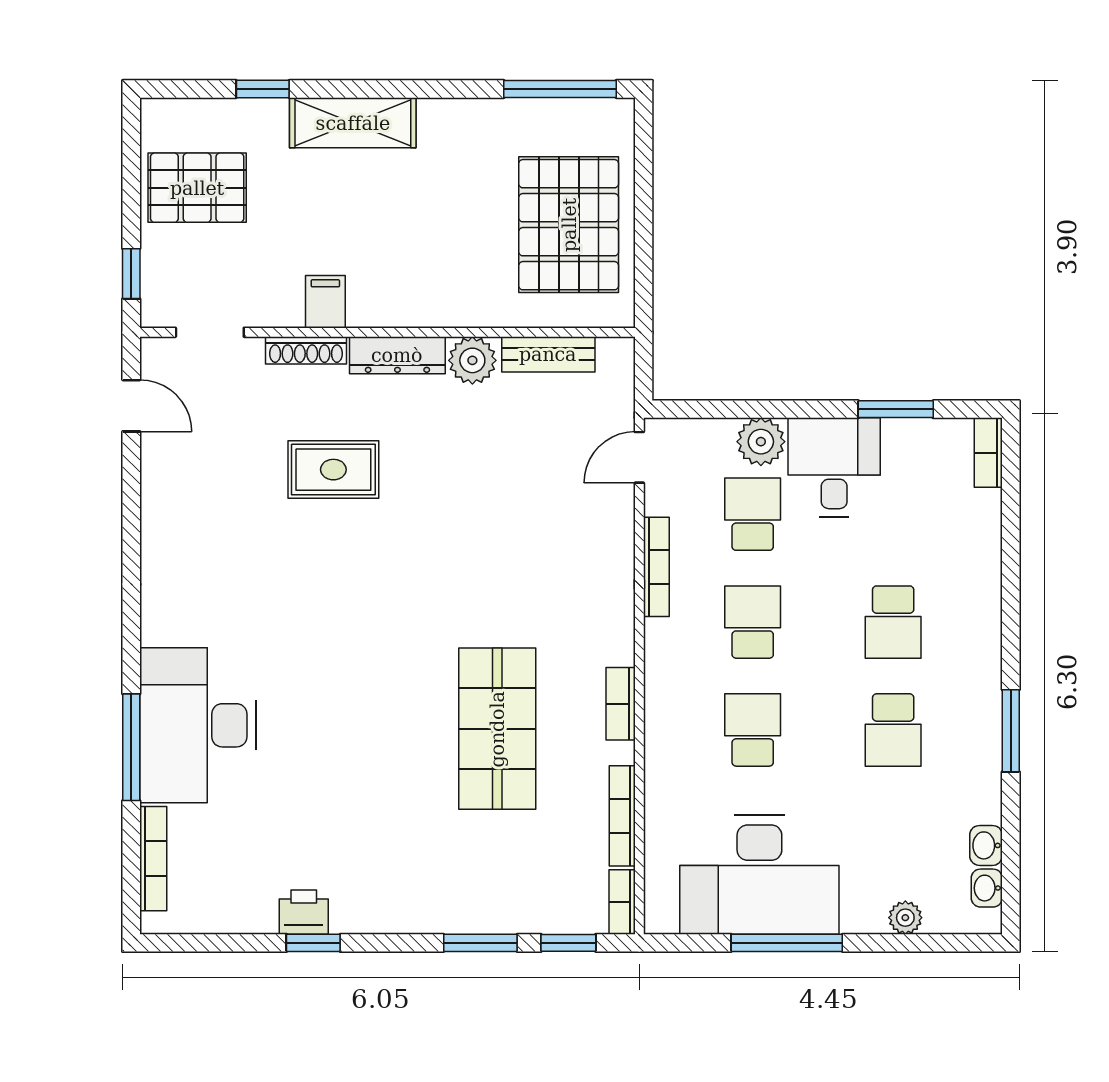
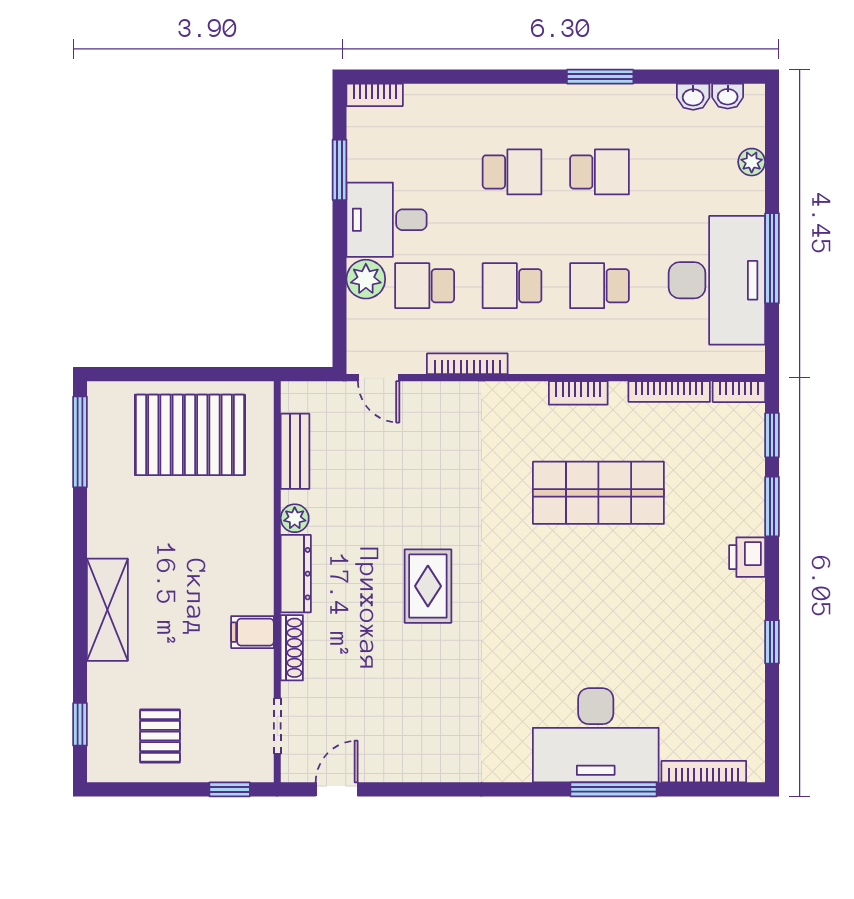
window: (263, 89) -> (80, 724), moved
pallet: (197, 188) -> (160, 736), width x0.67, depth x0.71
plant: (472, 360) -> (295, 518), width x0.73, depth x0.73
rug: (333, 470) -> (428, 586), moved
printer: (304, 912) -> (747, 557), moved

